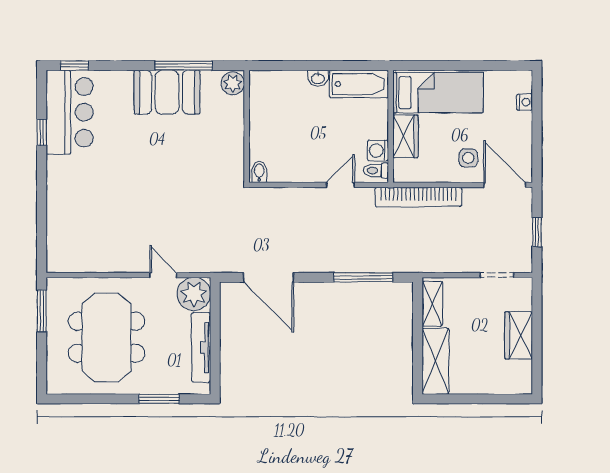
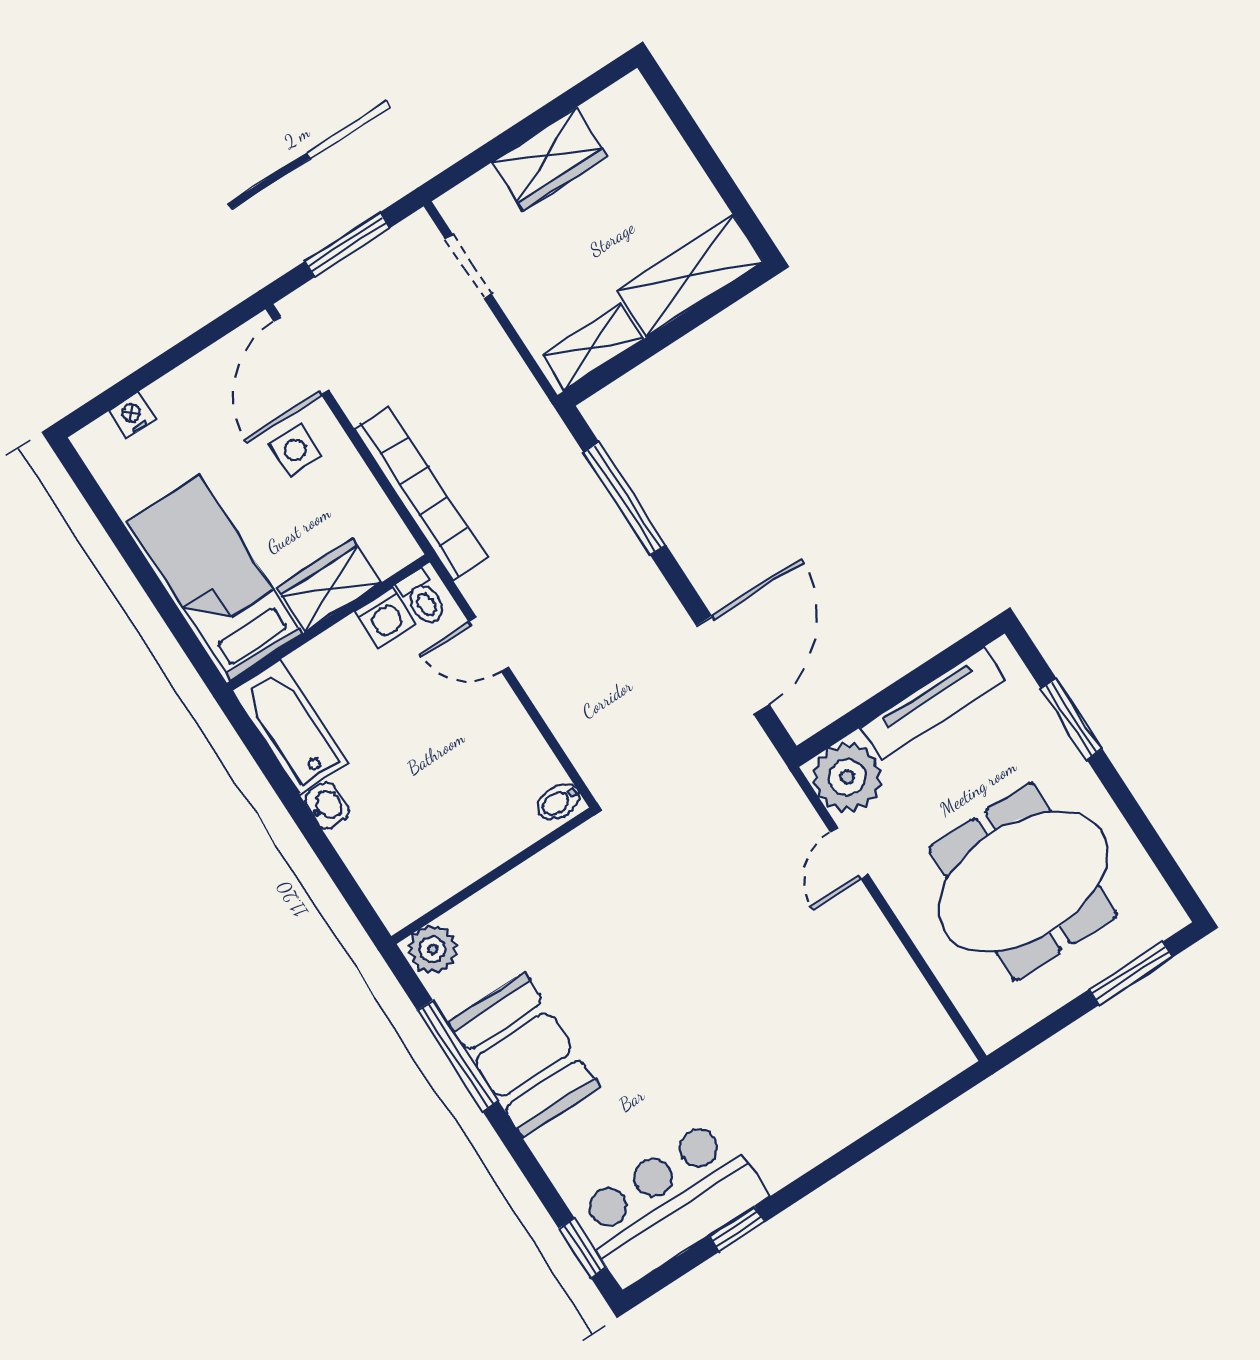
window: (537, 232) -> (347, 245), width x1.50
window: (42, 311) -> (1131, 973), moved

